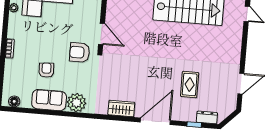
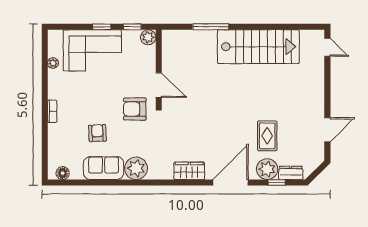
plant: (187, 113) -> (267, 169), added

